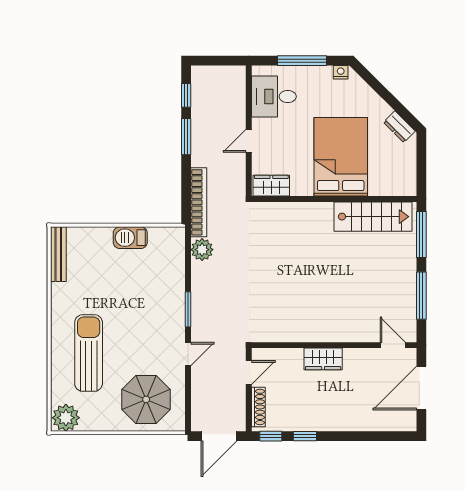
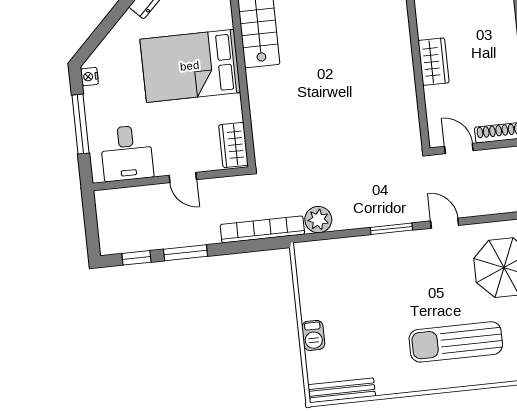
barbecue: (130, 238) -> (313, 335), moved, width x0.73, depth x0.79

